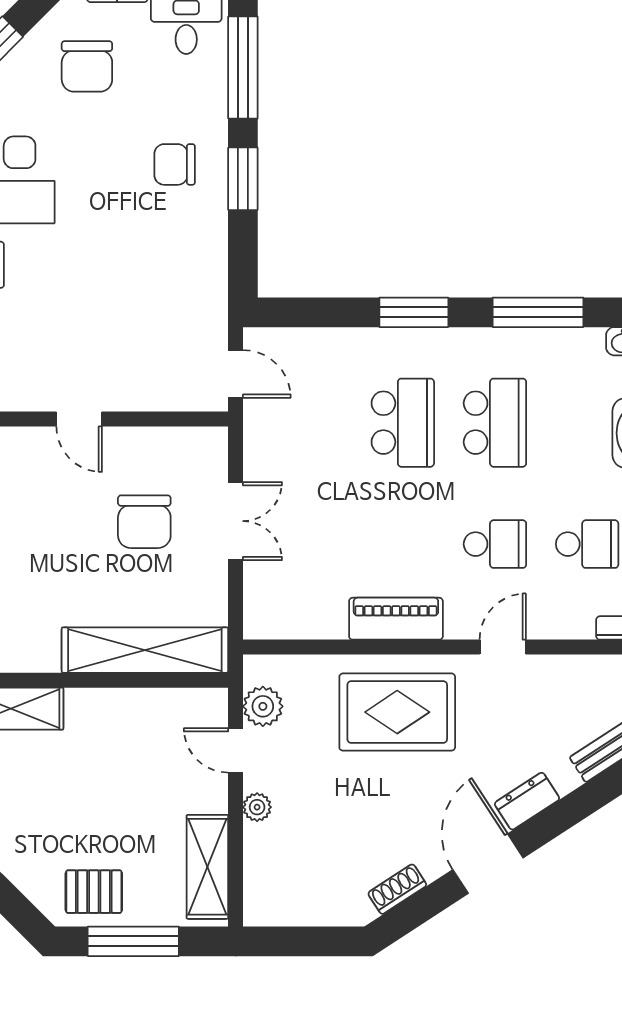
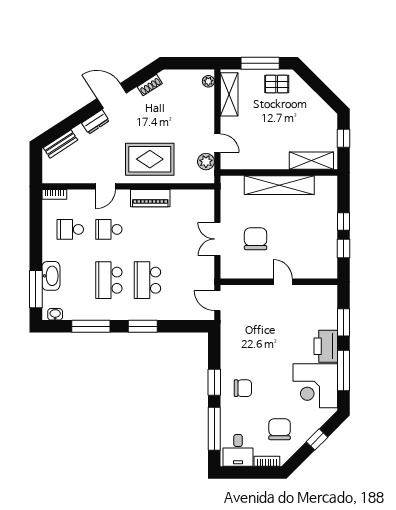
shelving: (145, 650) -> (279, 185), moved
plant: (257, 807) -> (208, 81), moved
door: (488, 864) -> (112, 96), swing flipped

